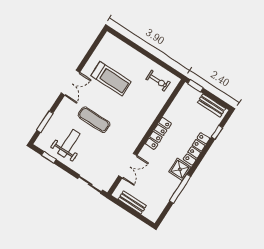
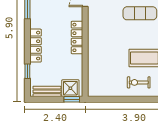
exercise bike: (158, 81) -> (139, 82), moved
shower: (180, 169) -> (70, 88), moved

